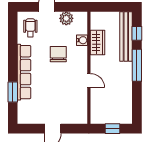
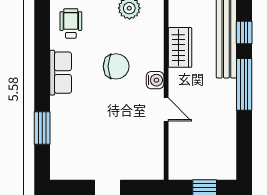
water cooler: (82, 40) -> (155, 80), moved
chair: (58, 54) -> (116, 66), turned 90
row of seats: (24, 72) -> (61, 73), width x0.50

